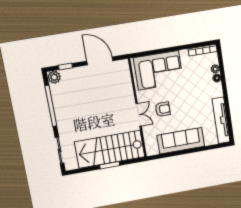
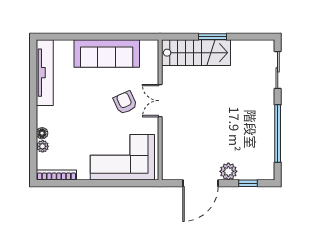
door: (100, 61) -> (200, 183), hinge flipped
plant: (54, 77) -> (228, 171), moved
armchair: (163, 109) -> (125, 103), turned 66
stairs: (110, 149) -> (196, 53), width x0.73, depth x0.66

